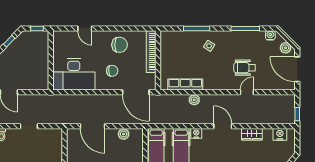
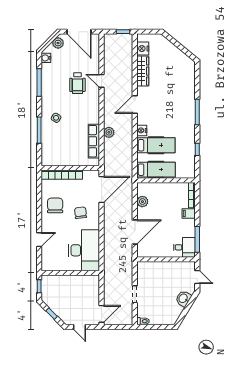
door: (297, 69) -> (79, 32), hinge flipped
wardrobe: (252, 134) -> (143, 71), width x1.50

